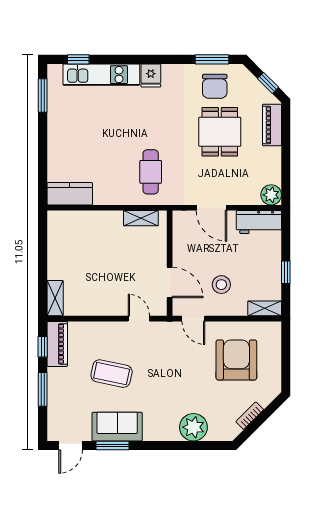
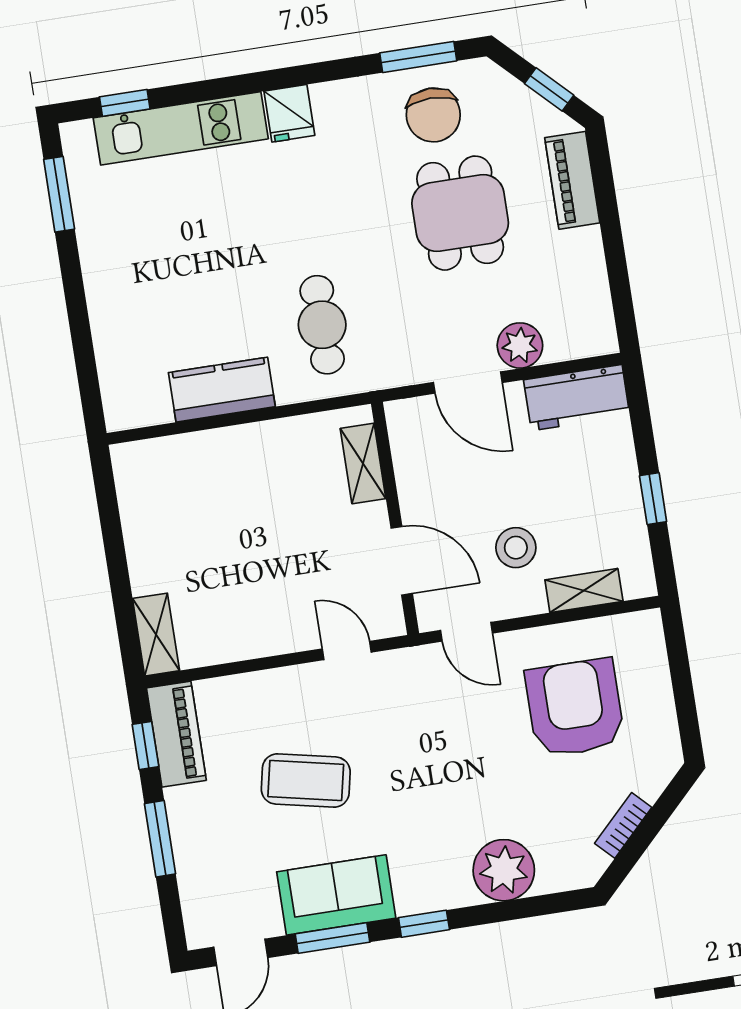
kitchen counter: (70, 194) -> (222, 390), moved
plant: (271, 195) -> (520, 345), moved
shelving: (141, 218) -> (363, 463), moved, turned 90
shelving: (265, 308) -> (584, 591), moved
window: (154, 446) -> (424, 924), added

